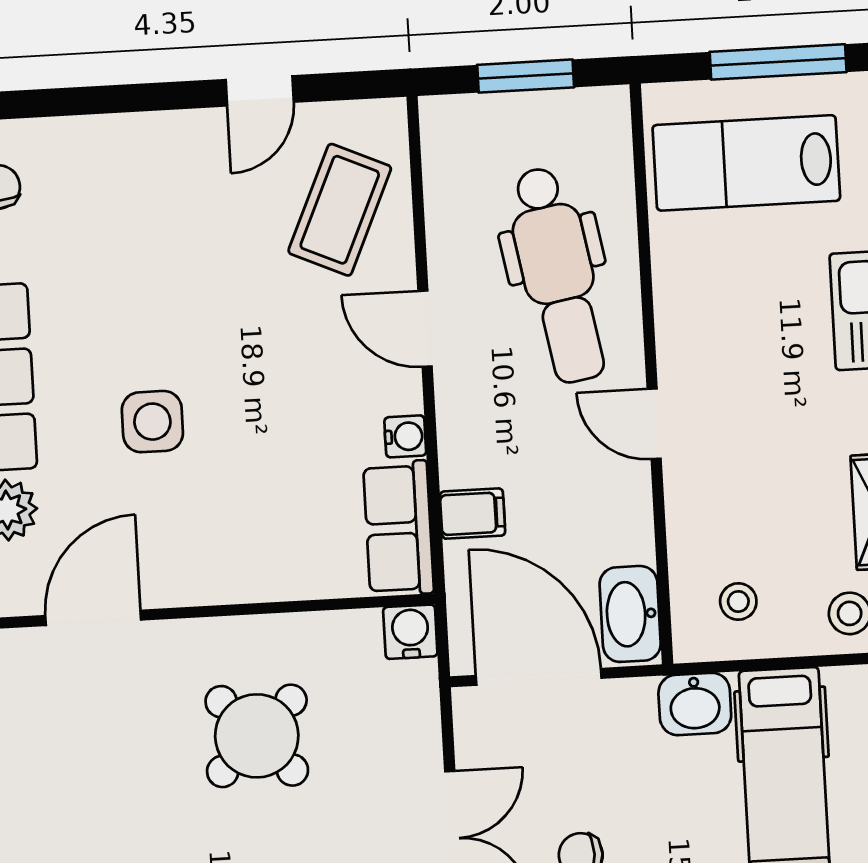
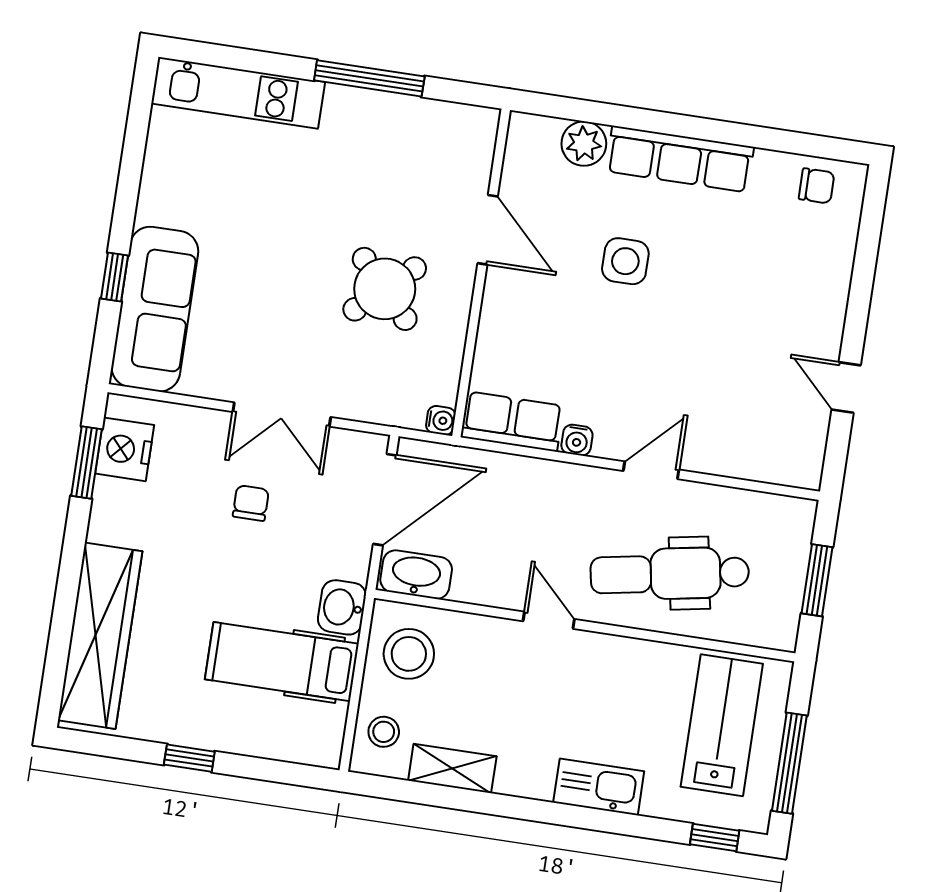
coffee table: (340, 210) -> (749, 427), removed
door: (654, 424) -> (549, 620), hinge flipped
filing cabinet: (473, 514) -> (512, 477), removed
stool: (738, 601) -> (409, 654), width x1.89, depth x1.89
door: (93, 618) -> (488, 230), moved
water cooler: (410, 632) -> (441, 420), width x0.72, depth x0.72

